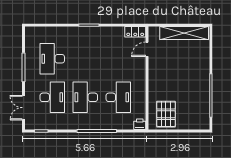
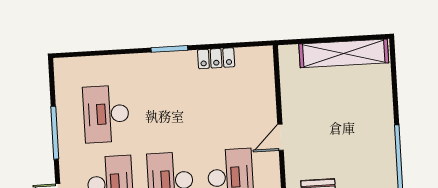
locker: (135, 32) -> (216, 58), moved
door: (147, 49) -> (281, 137), moved

